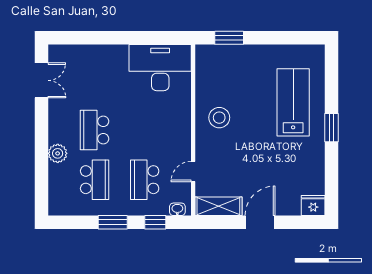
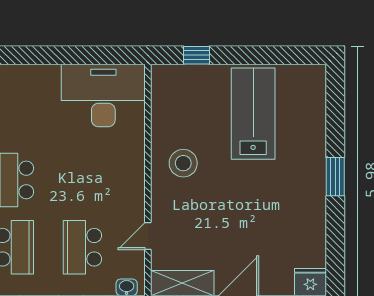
window: (229, 38) -> (197, 55), width x0.67
lab bench: (293, 102) -> (253, 114), moved

